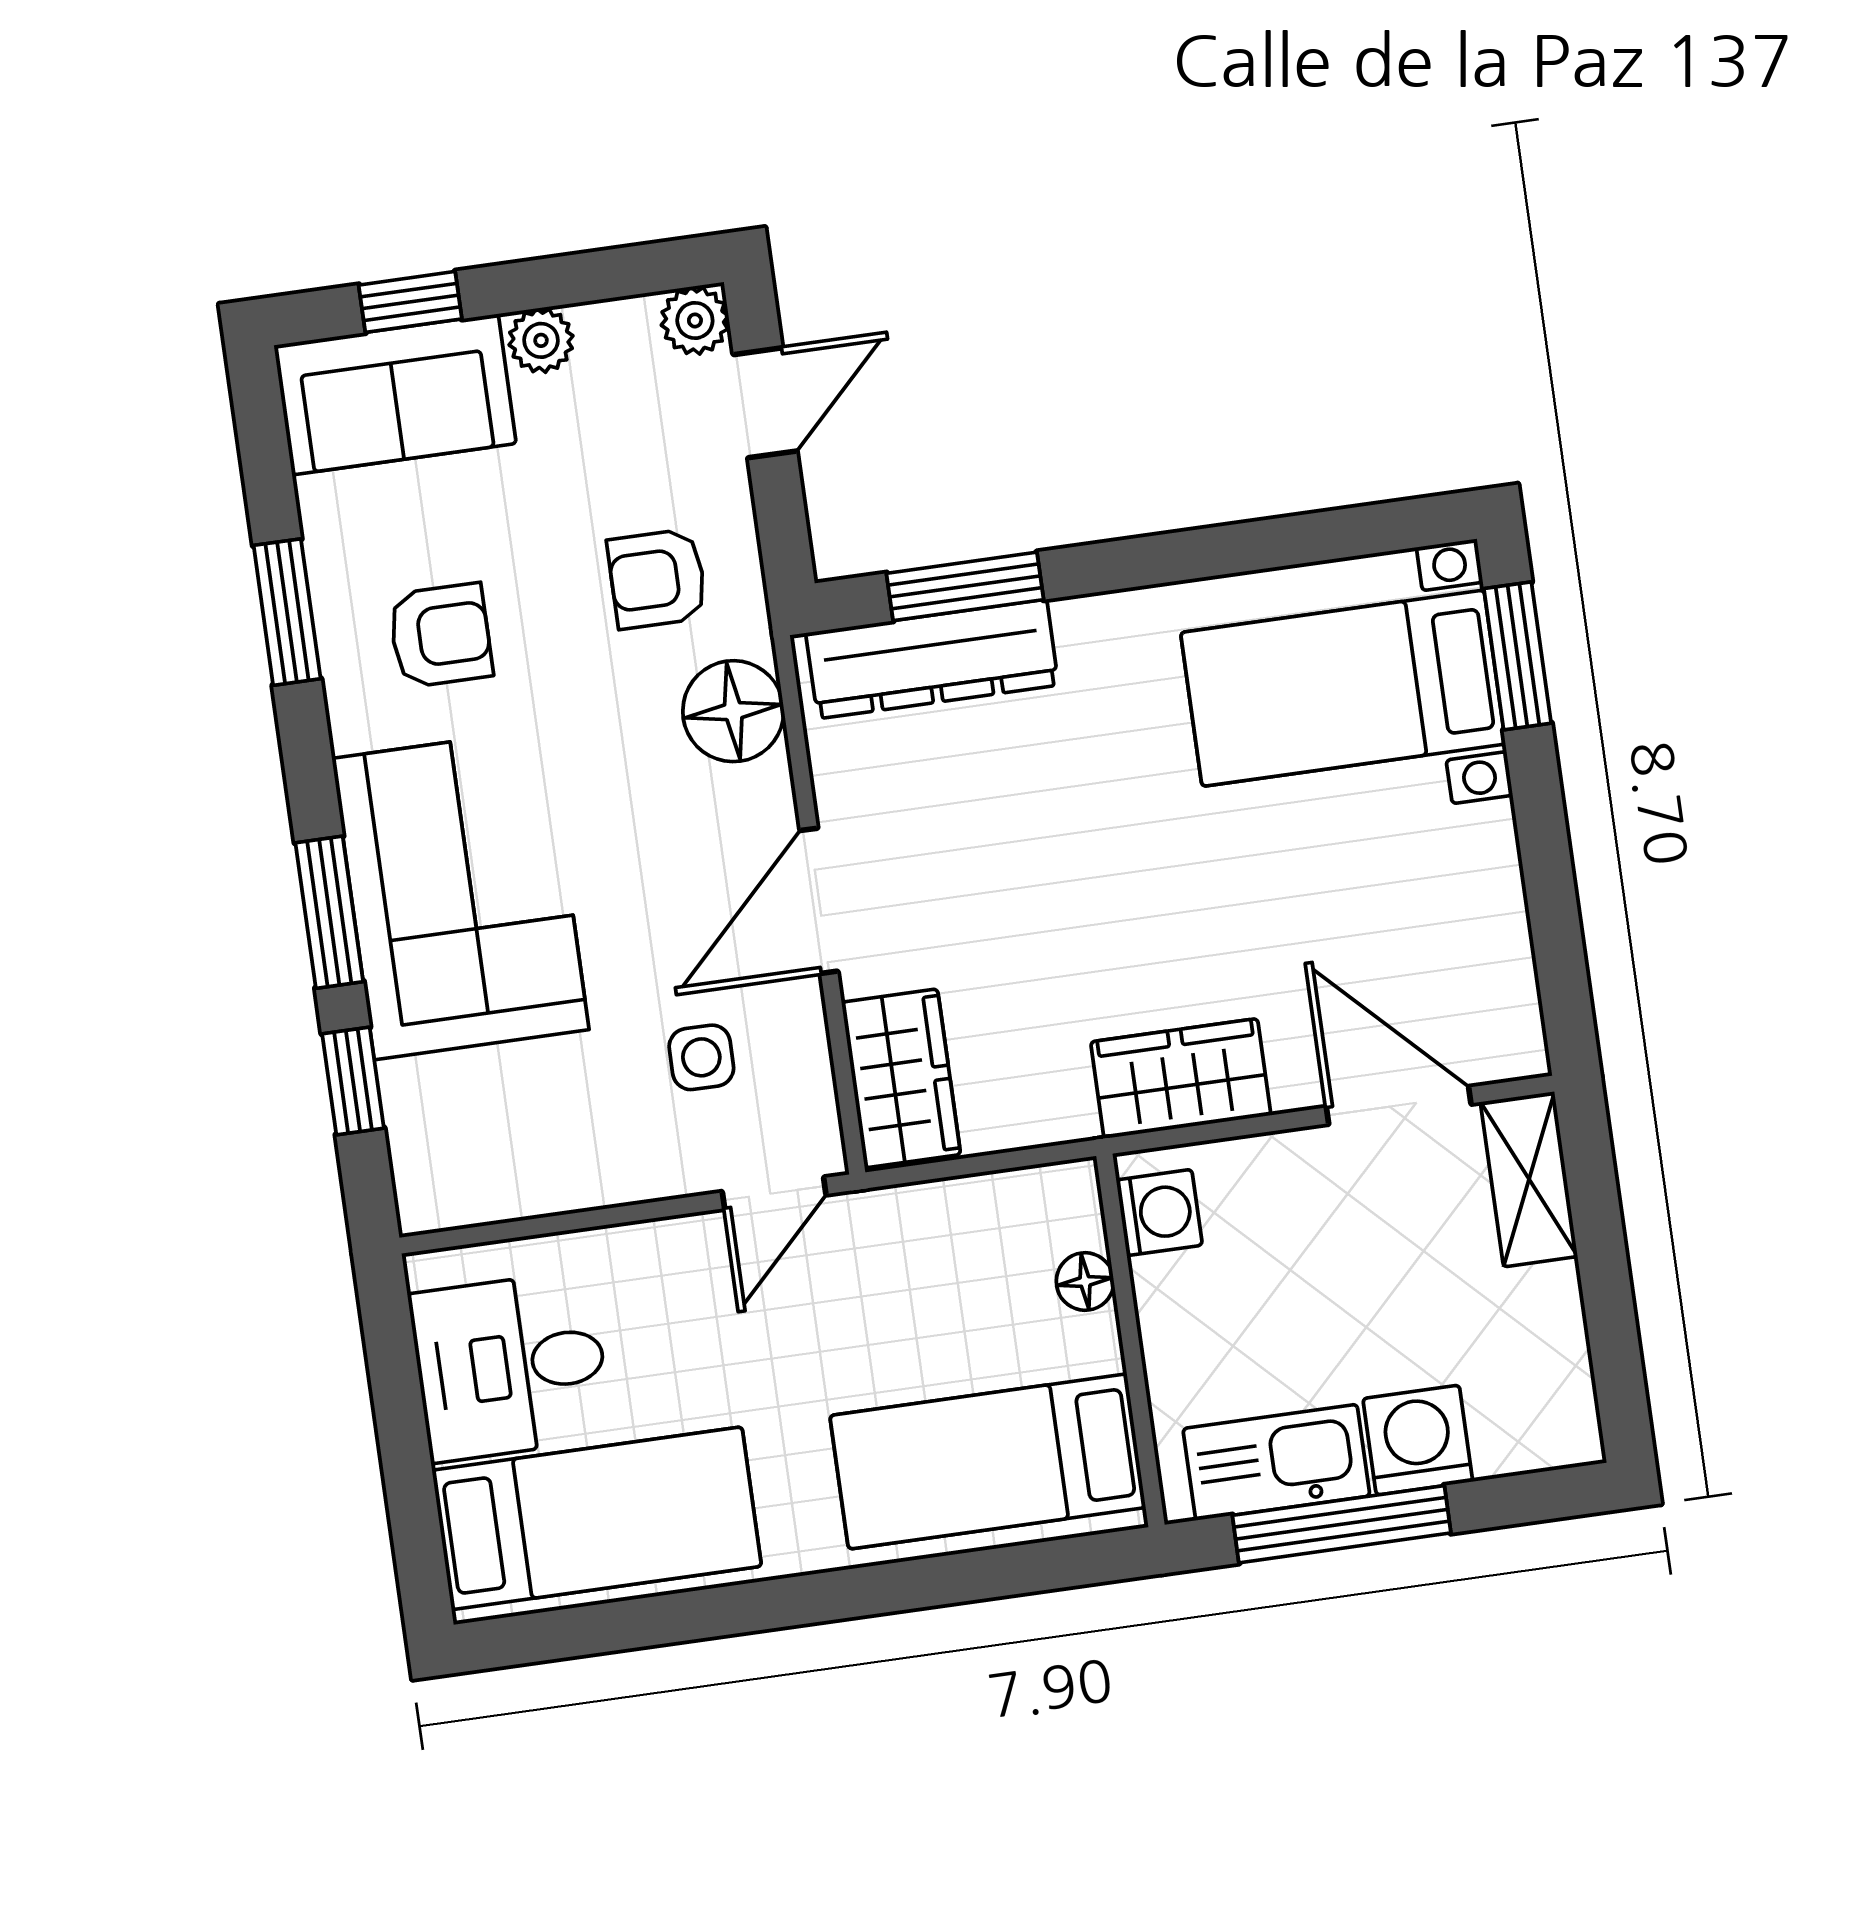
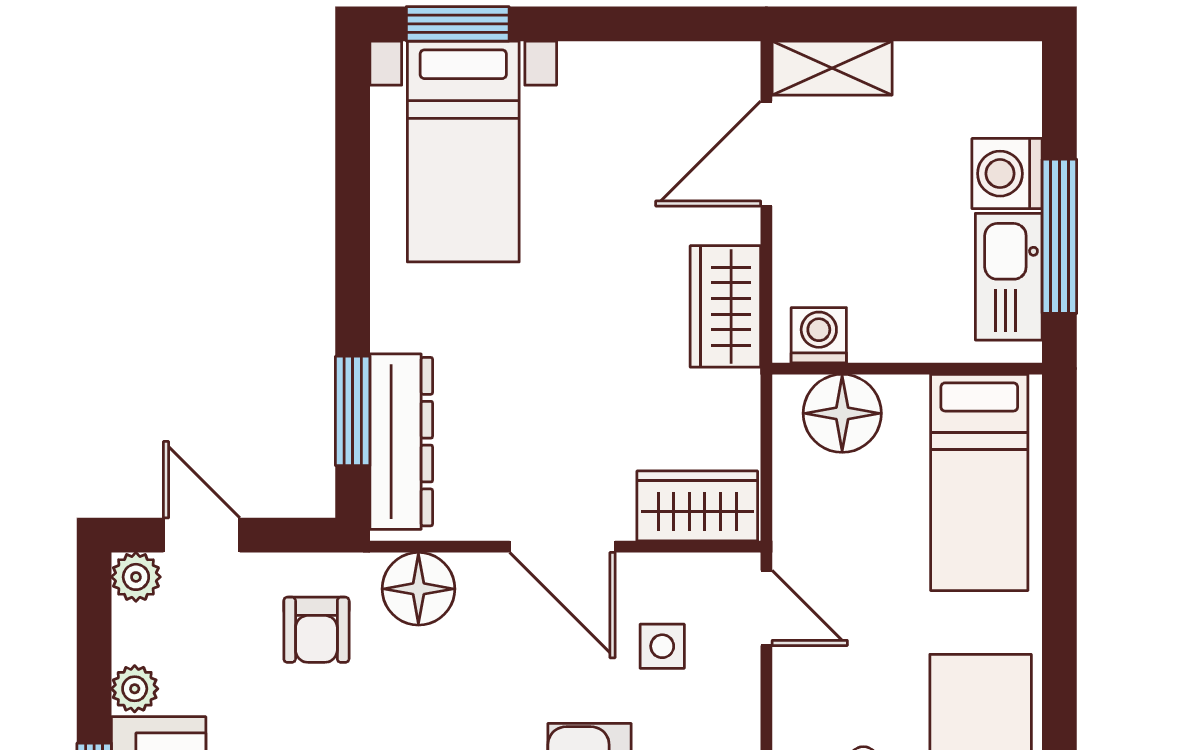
floor lamp: (1085, 1282) -> (842, 413), width x1.89, depth x1.89

